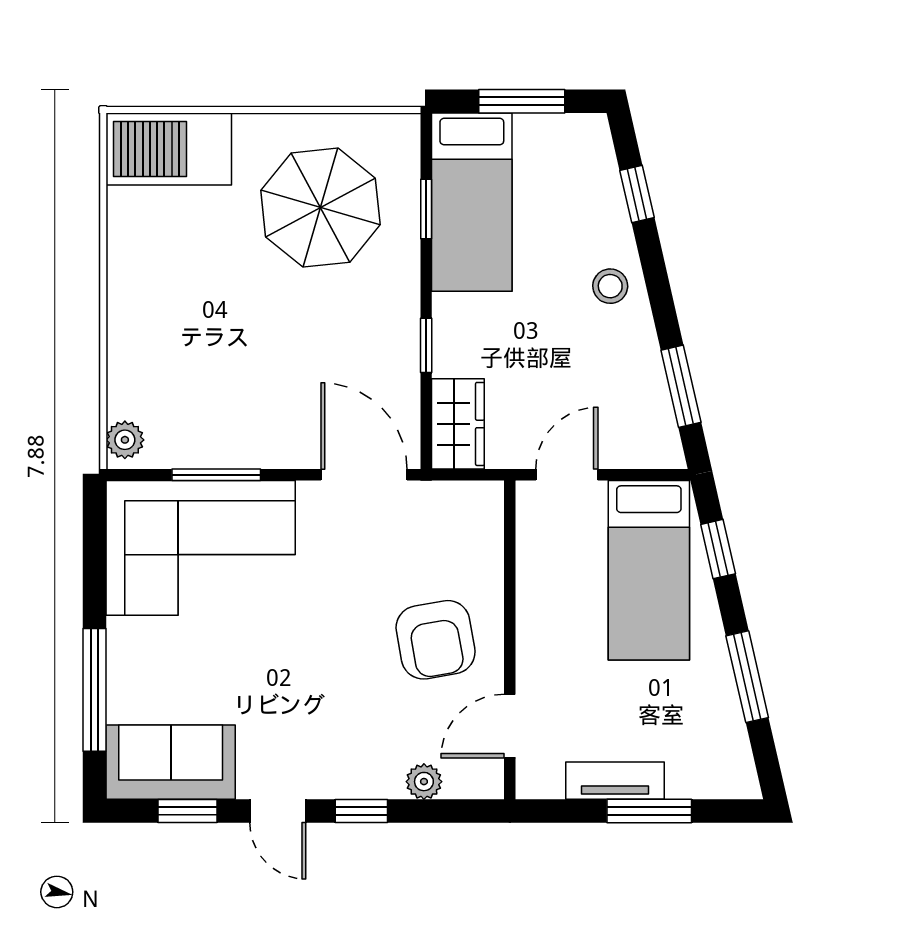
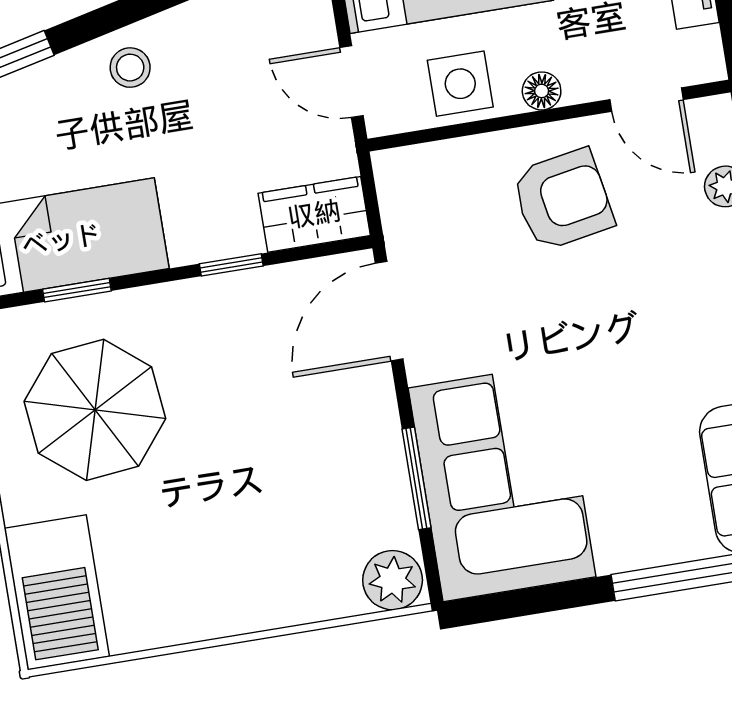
plant: (125, 440) -> (393, 580), width x1.38, depth x1.38
side table: (550, 568) -> (460, 84), added
floor lamp: (532, 637) -> (542, 91), added

